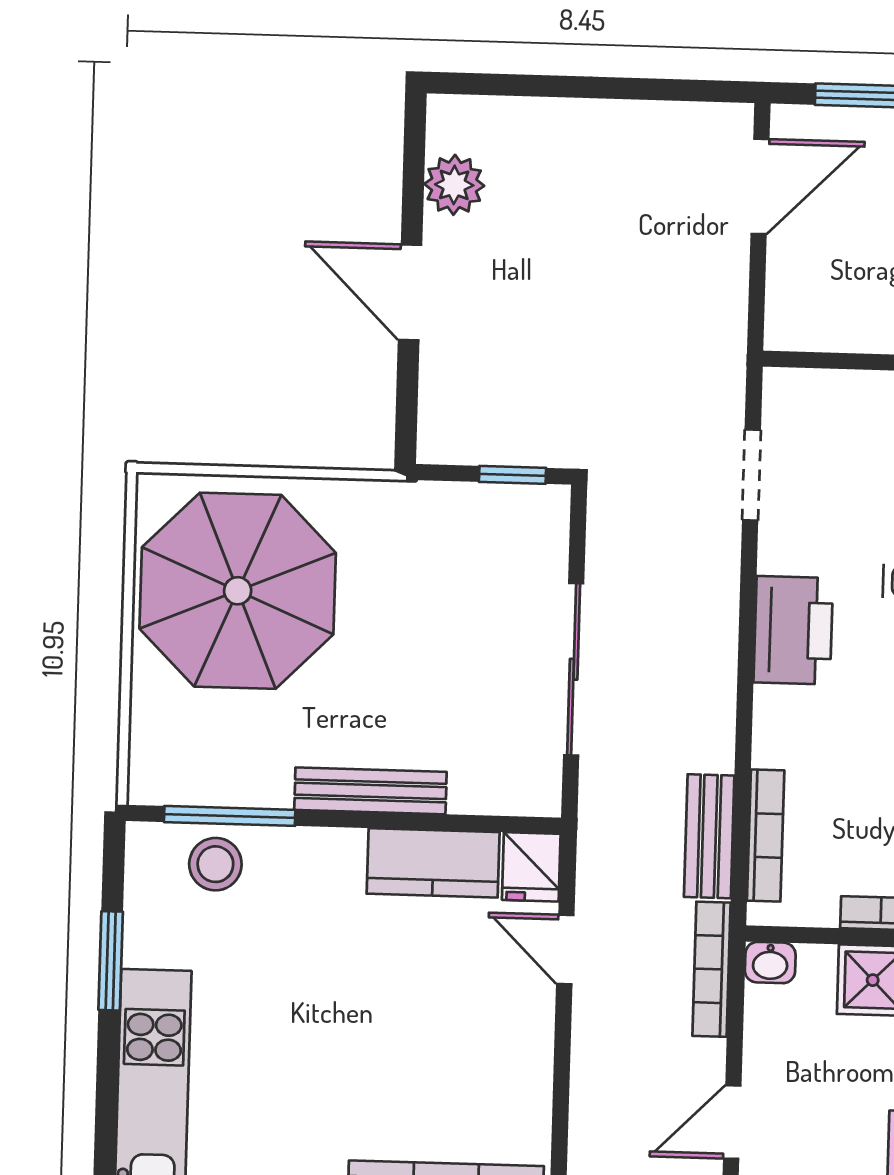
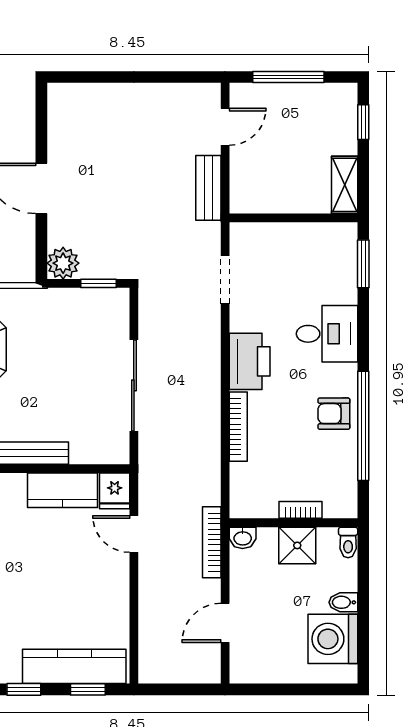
plant: (454, 185) -> (63, 263), moved
door: (760, 186) -> (225, 127), width x0.73
bookcase: (766, 835) -> (238, 427), moved
bench: (709, 836) -> (208, 188), moved

